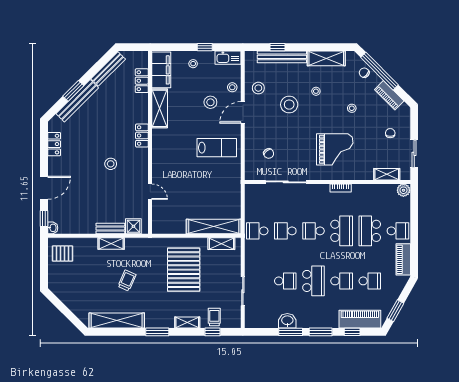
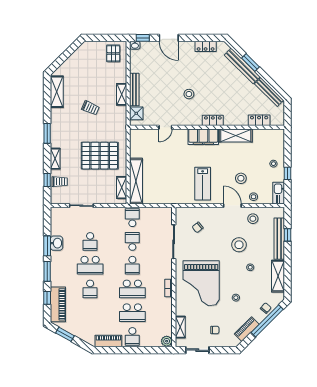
filing cabinet: (161, 70) -> (203, 137), moved
grand piano: (335, 149) -> (201, 283), width x1.37, depth x1.48
bench: (110, 229) -> (134, 90), width x1.36
school desk: (313, 231) -> (132, 265), turned 180
school desk: (370, 231) -> (132, 313), turned 180
school desk: (370, 281) -> (90, 313), removed
shelving: (117, 320) -> (57, 92), width x0.68

